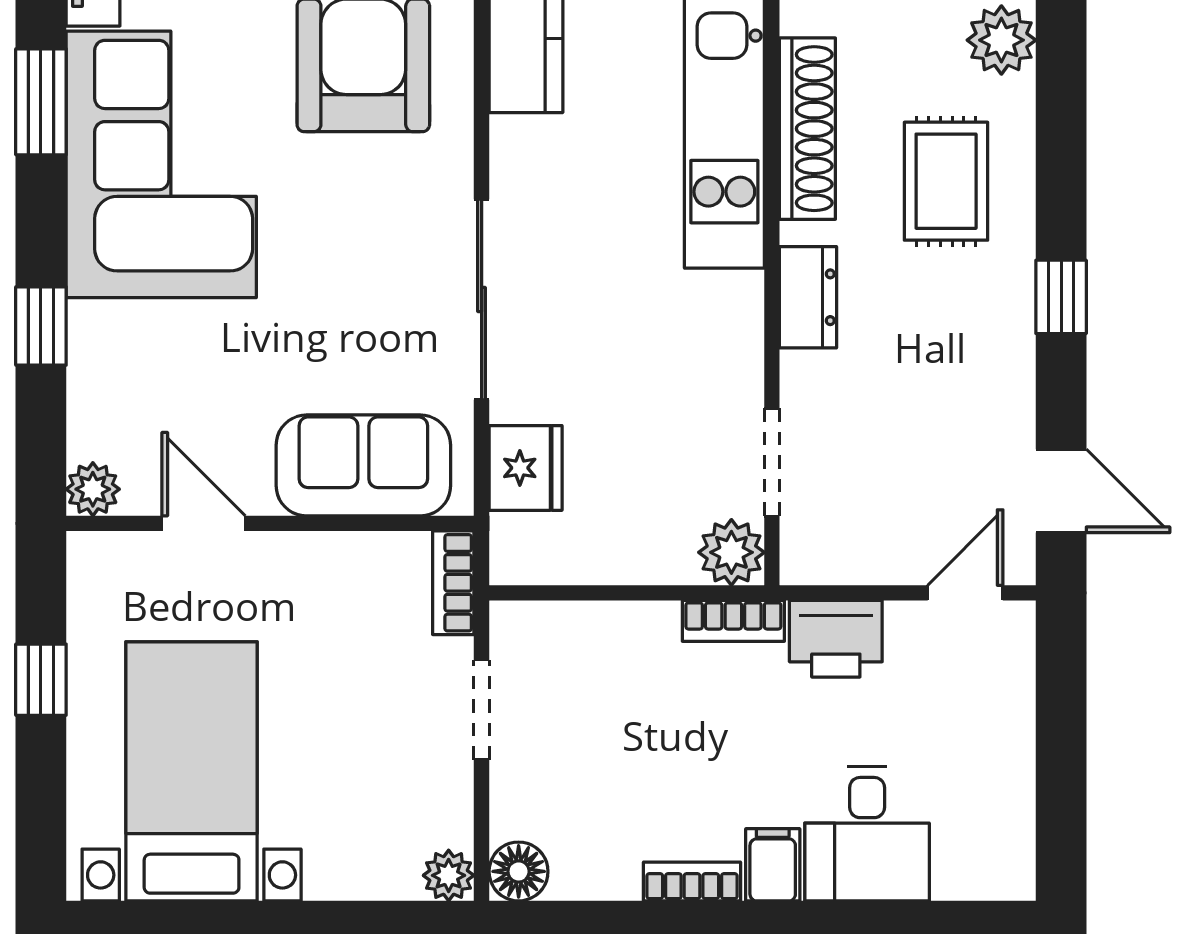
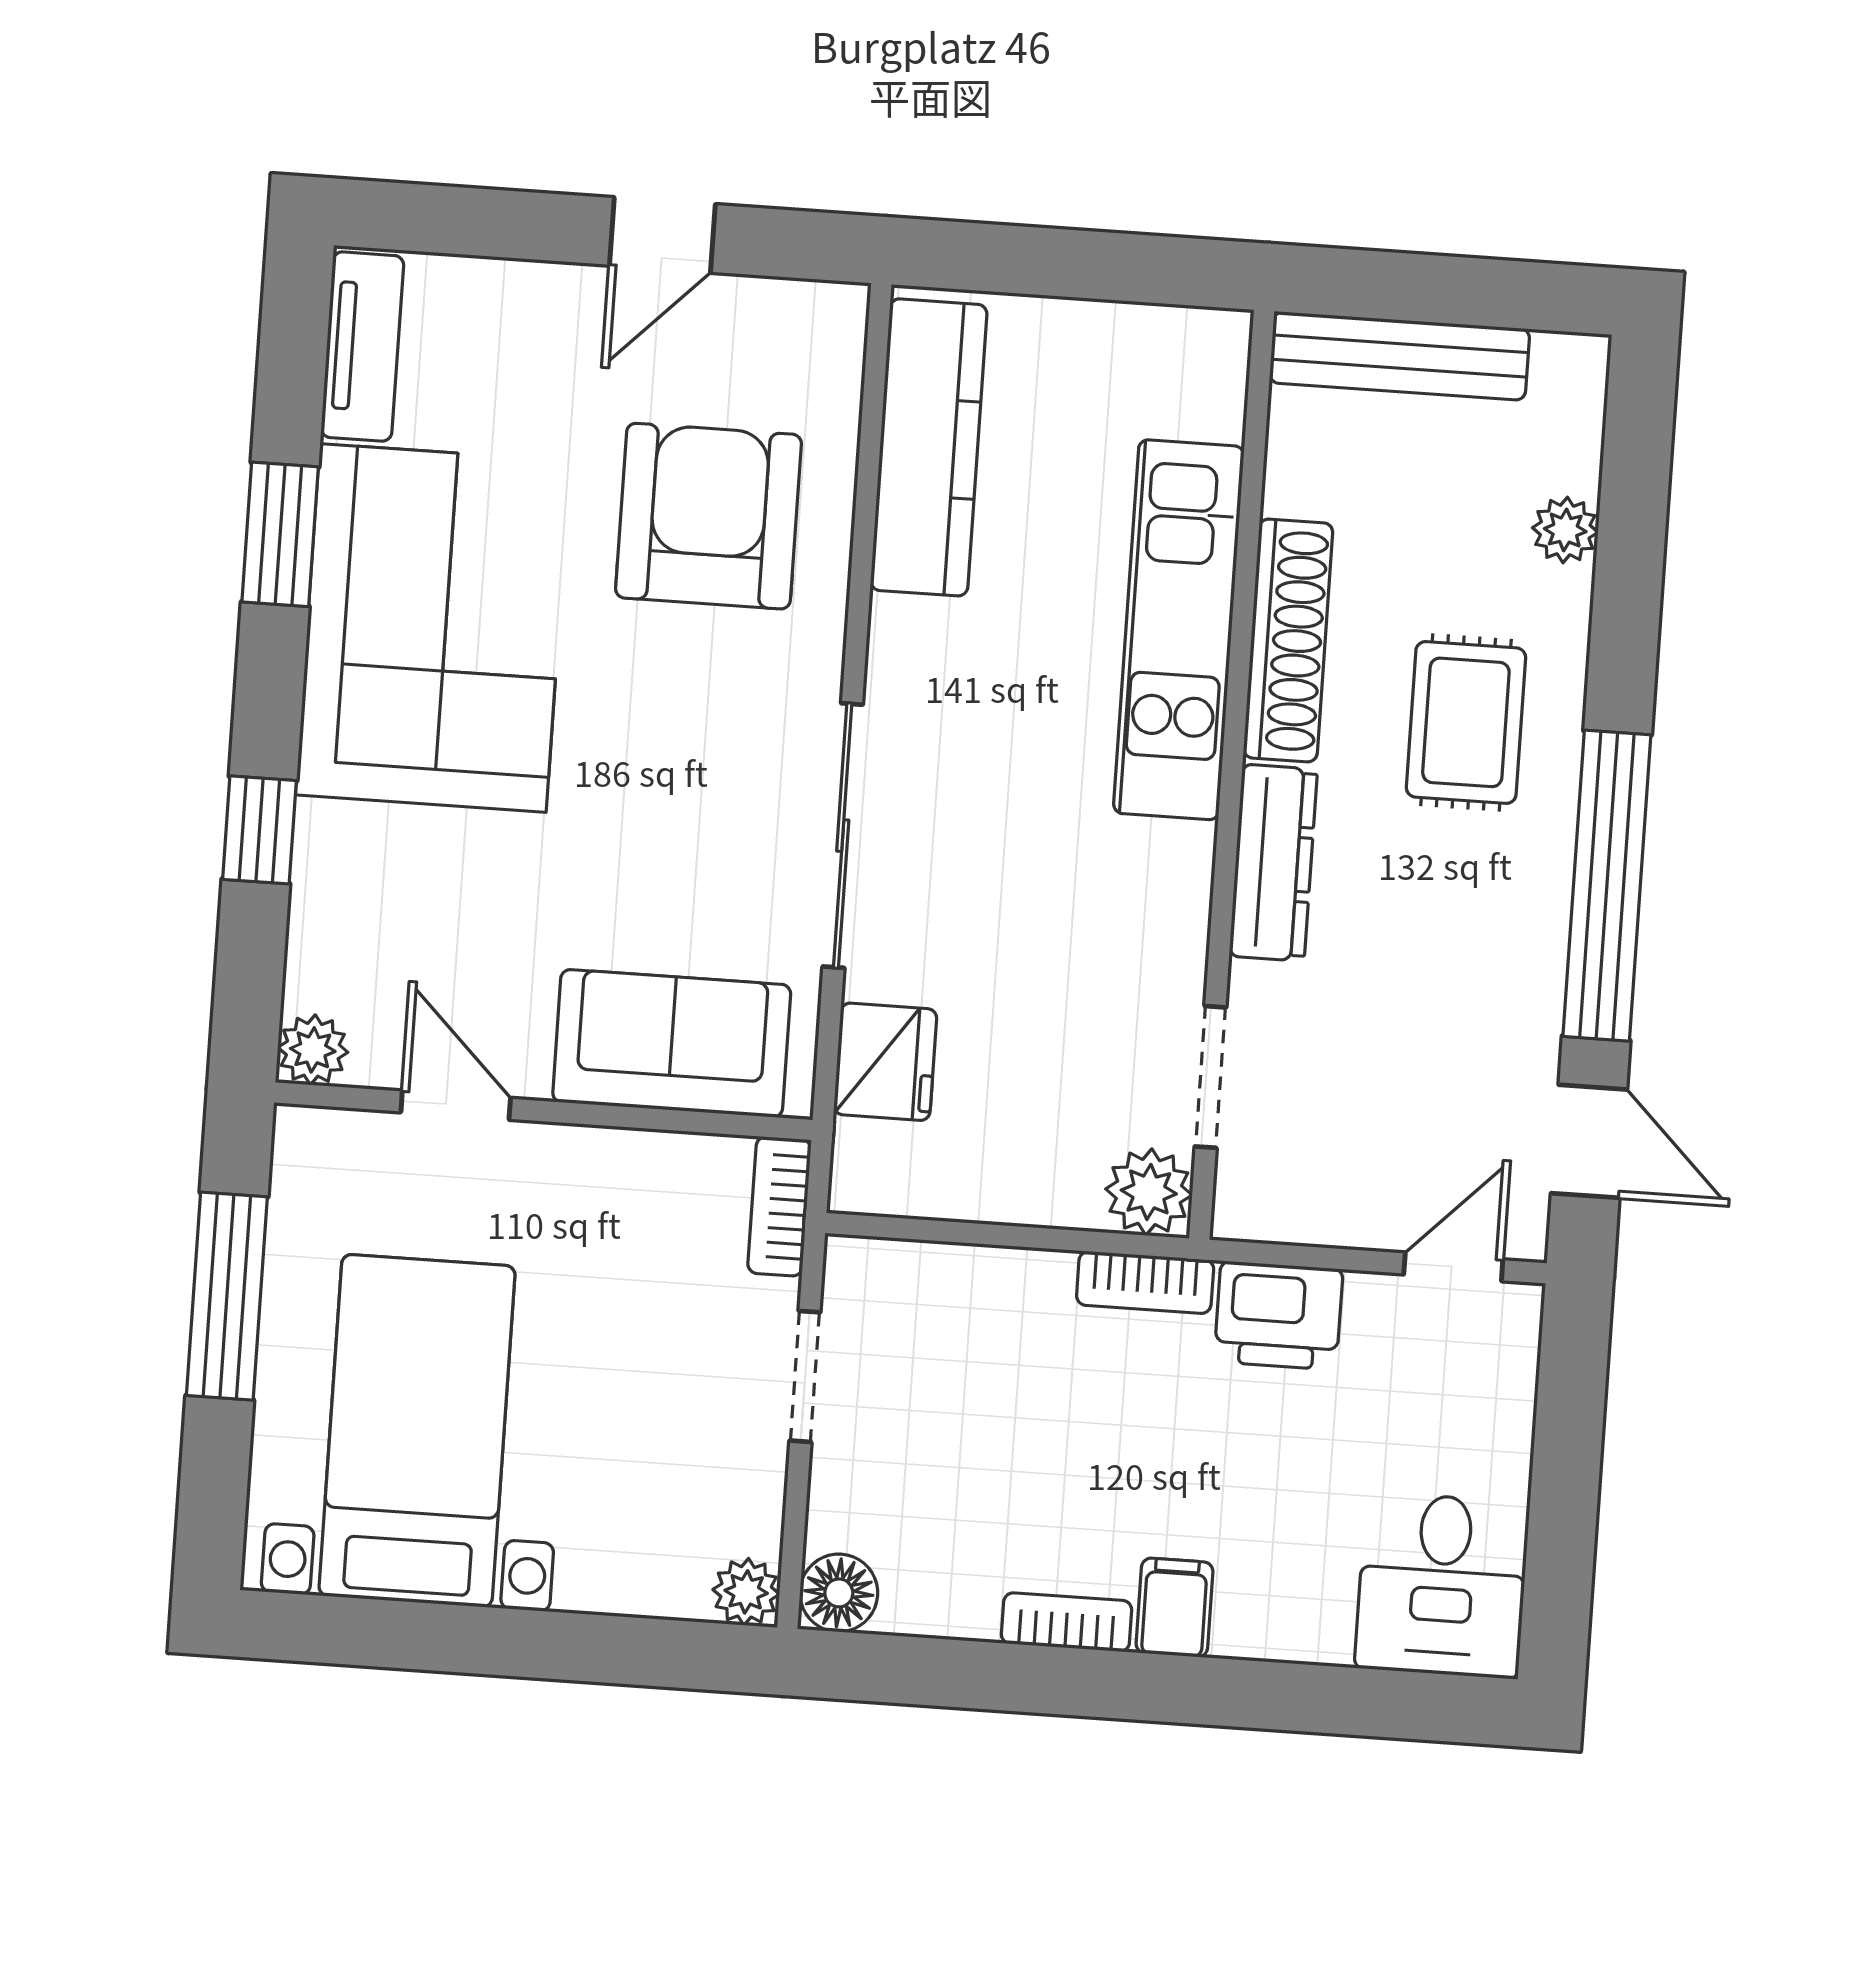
plant: (1001, 40) -> (1565, 530), width x0.73, depth x0.73
dresser: (808, 297) -> (1273, 863), width x1.44
window: (1061, 297) -> (1607, 886), width x3.17
window: (41, 680) -> (227, 1296), width x2.17
desk: (867, 834) -> (1442, 1585), moved

